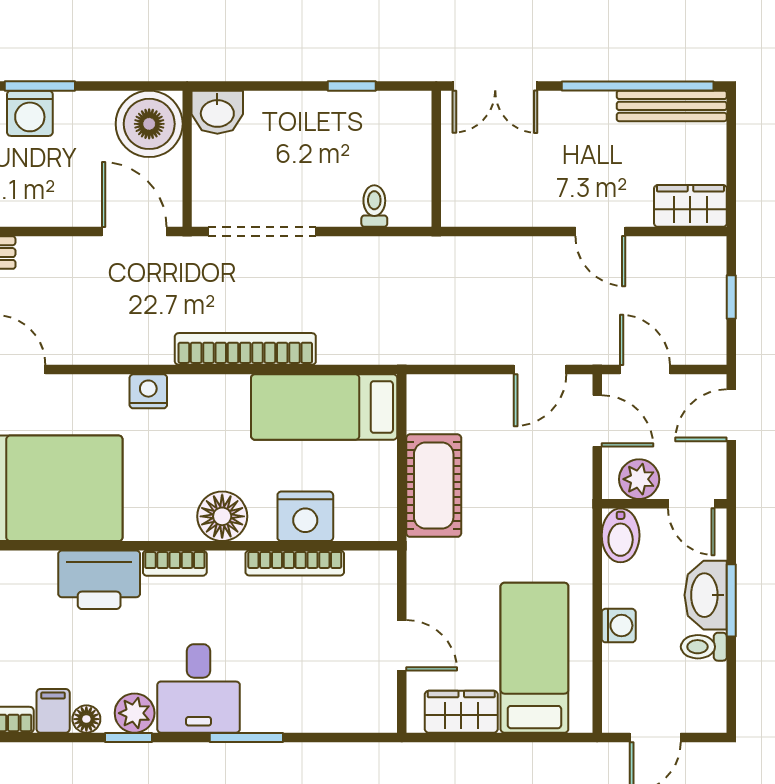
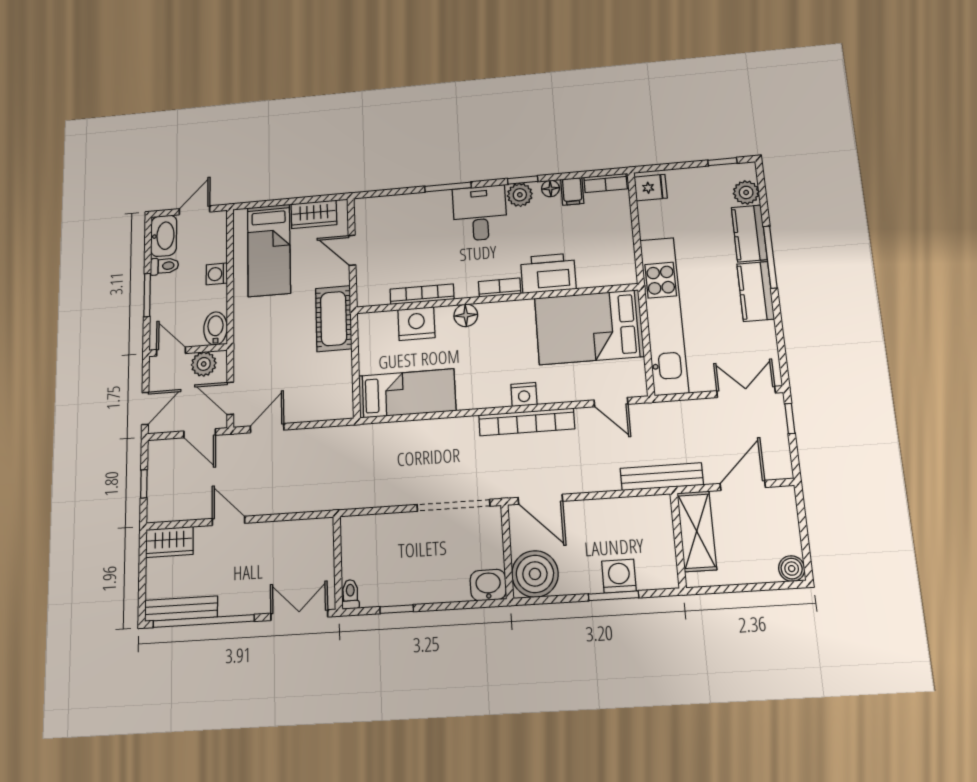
toilet: (374, 206) -> (350, 594), moved, turned 180
bookcase: (245, 349) -> (527, 422), moved
cot: (434, 486) -> (334, 319), moved
floor lamp: (222, 516) -> (466, 315), width x0.73, depth x0.73
washbasin: (706, 595) -> (164, 236), moved

